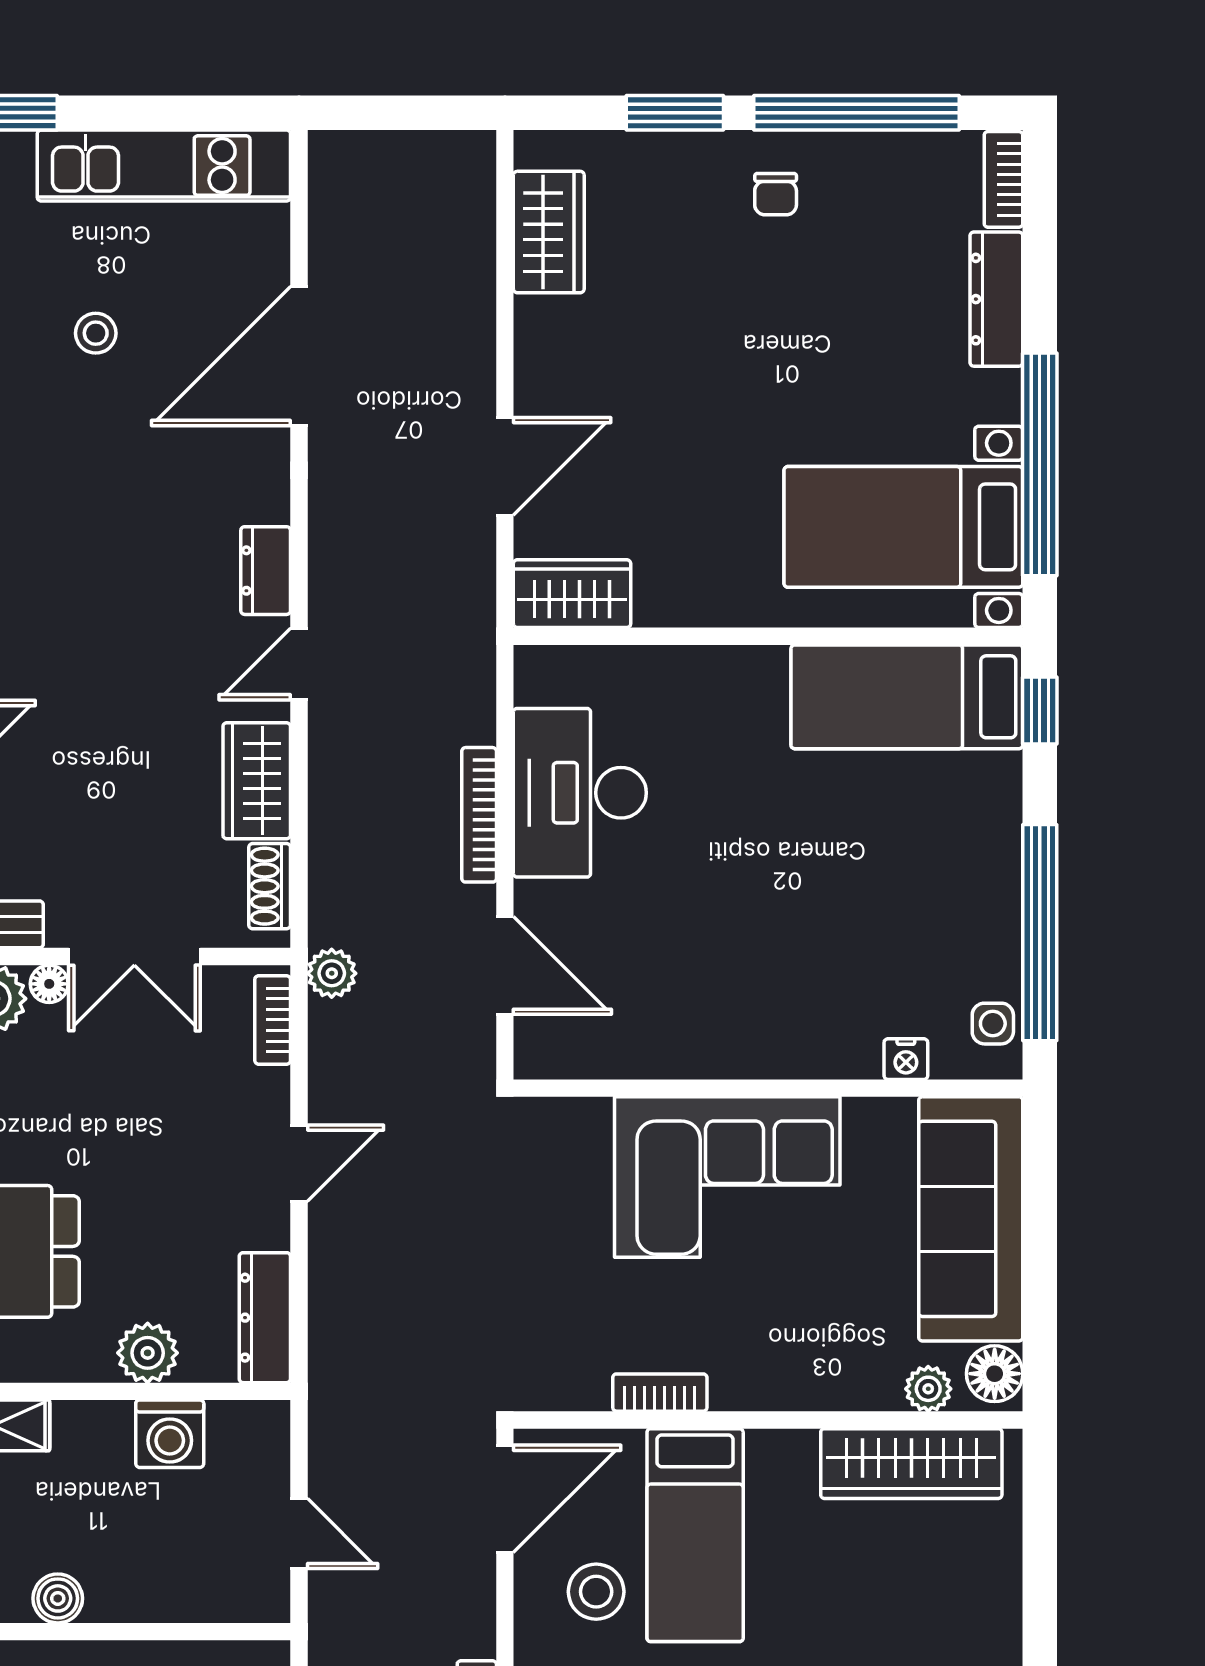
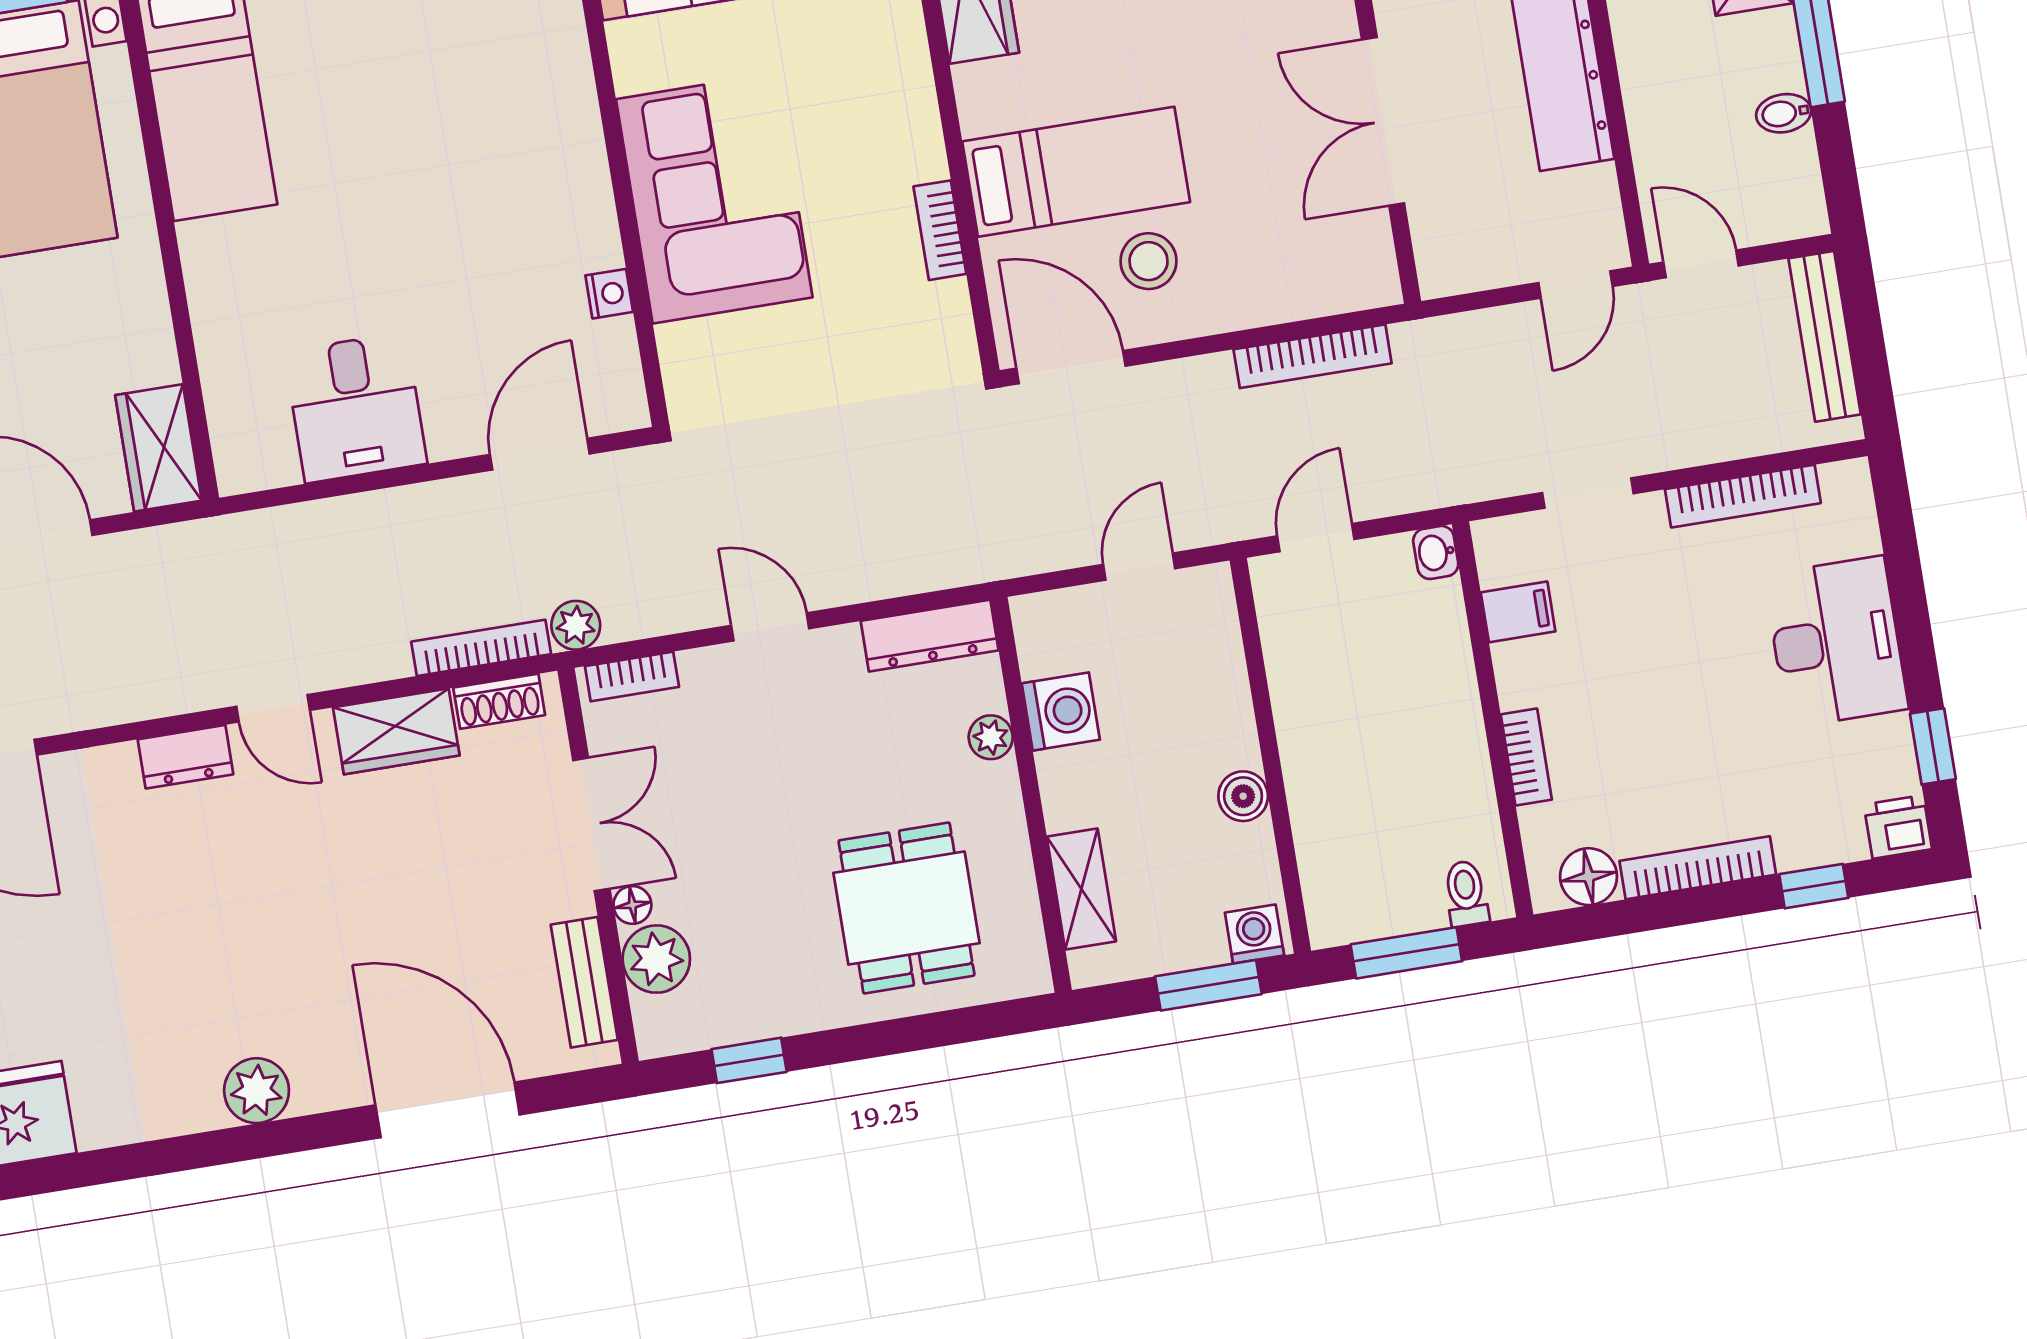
desk: (580, 793) -> (356, 408), width x0.73
bookcase: (479, 815) -> (481, 648), moved, turned 180
nightstand: (906, 1059) -> (609, 294), moved
plant: (148, 1353) -> (991, 737), width x0.73, depth x0.73

